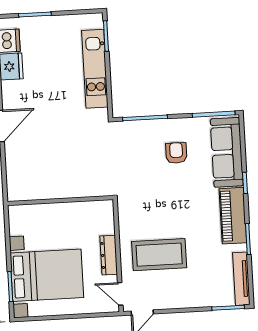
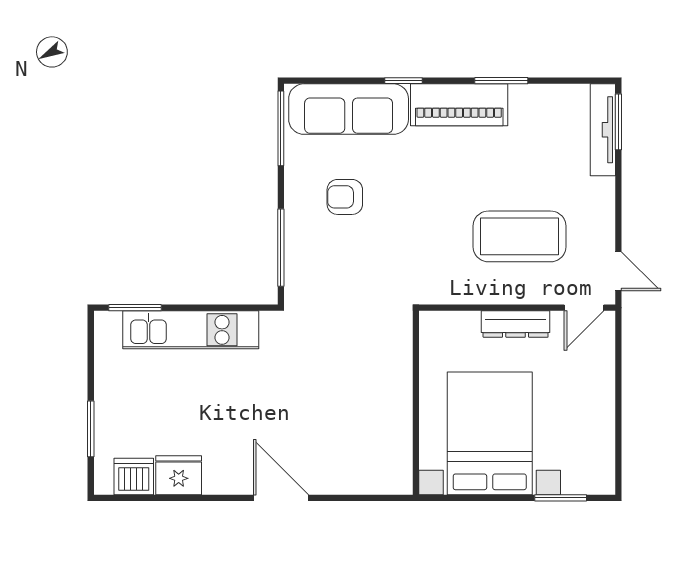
coffee table: (159, 255) -> (520, 236), turned 90
bed with nightstands: (47, 275) -> (490, 433), moved
tv unit: (241, 279) -> (603, 130), moved, turned 90

